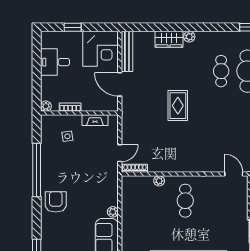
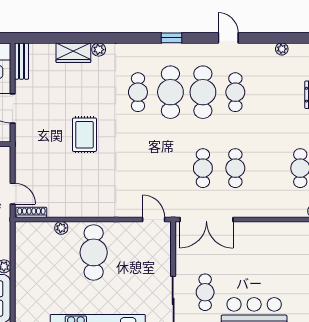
bench: (127, 51) -> (22, 61), width x0.73
door: (120, 153) -> (13, 194), hinge flipped
cafe table: (185, 201) -> (94, 252), width x1.37, depth x1.35

